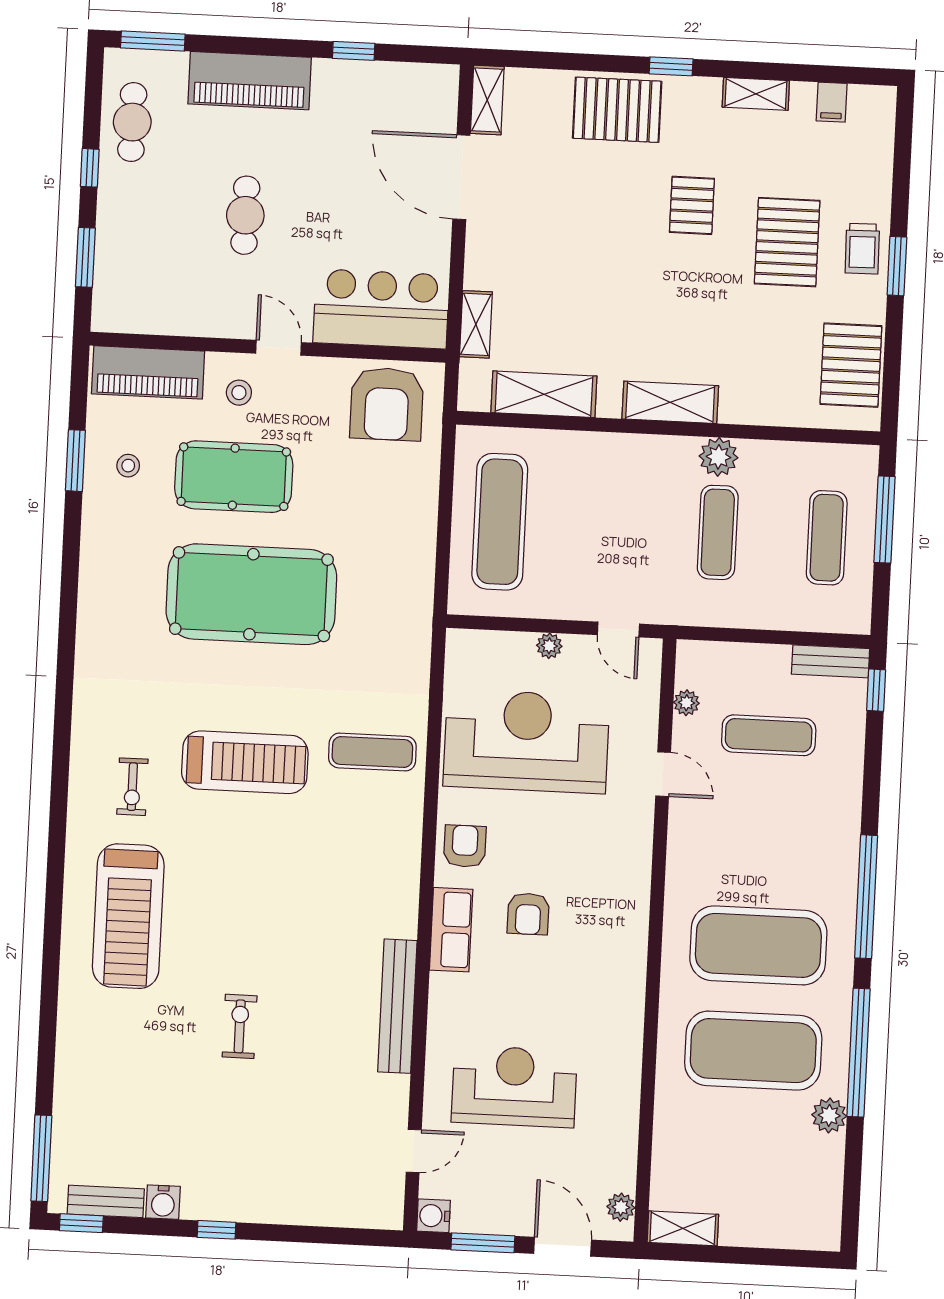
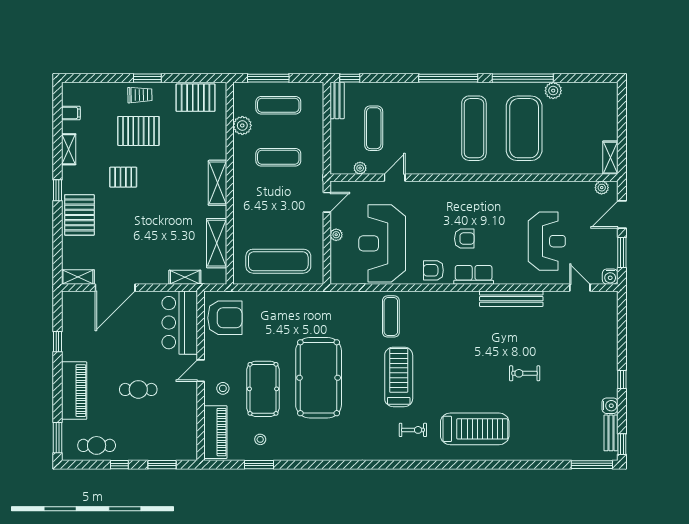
plant: (718, 457) -> (242, 125), moved
exercise mat: (758, 945) -> (474, 128), width x0.68
reception desk: (514, 1087) -> (547, 241), turned 180

